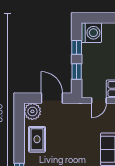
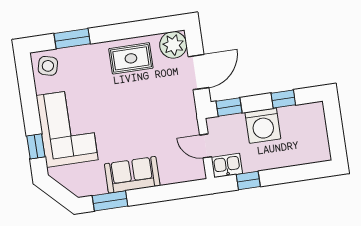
washing machine: (91, 33) -> (263, 126), moved
window: (77, 72) -> (229, 107), moved

